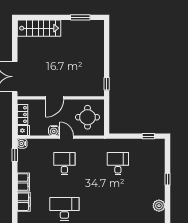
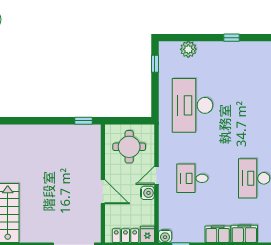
desk: (118, 164) -> (192, 105), width x1.87, depth x1.30
window: (168, 179) -> (231, 38), moved
plant: (159, 206) -> (188, 49), moved

